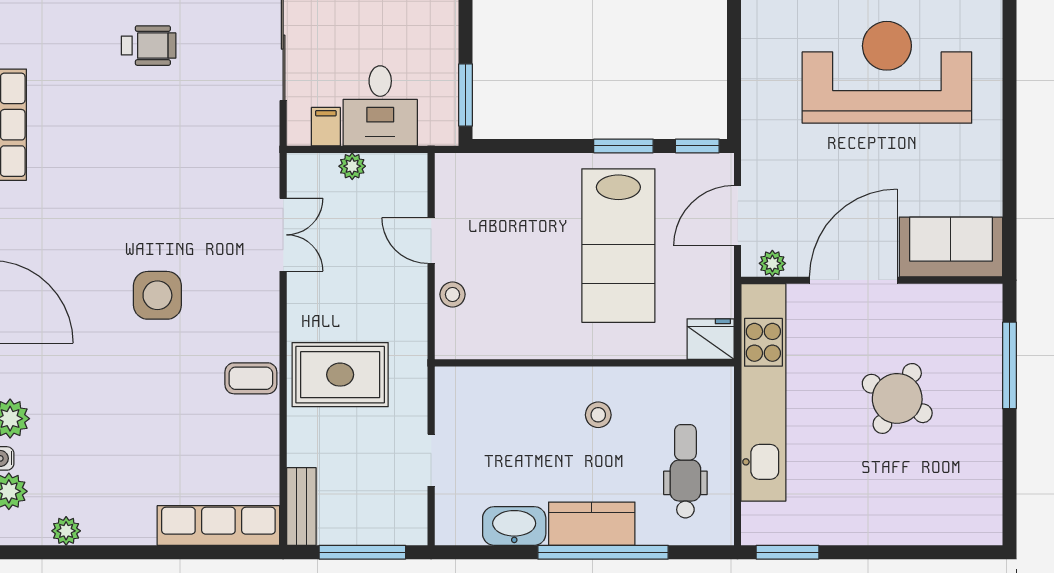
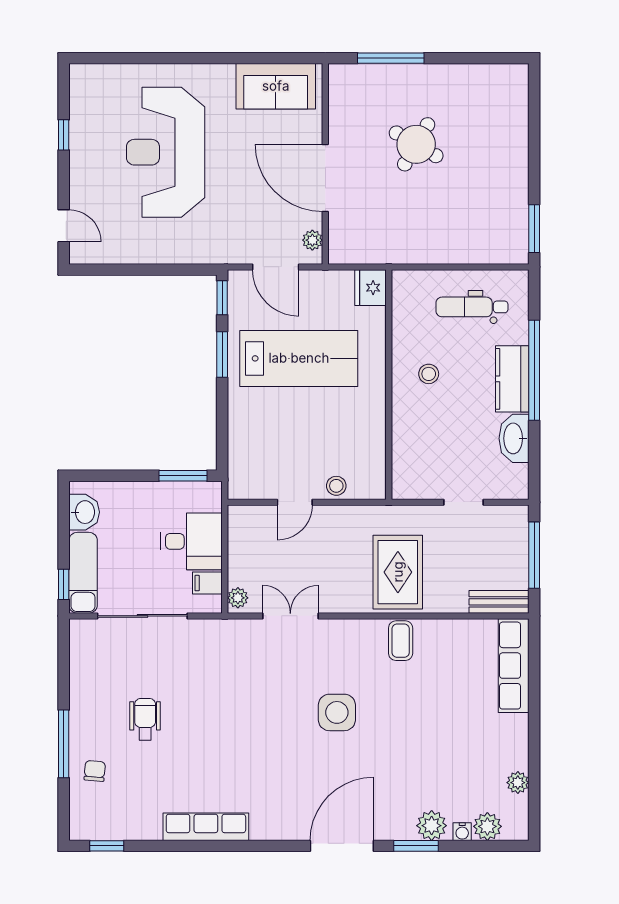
plant: (352, 166) -> (238, 598), moved
sofa: (951, 247) -> (276, 86), moved, turned -90
kitchen unit: (763, 392) -> (411, 247), removed

